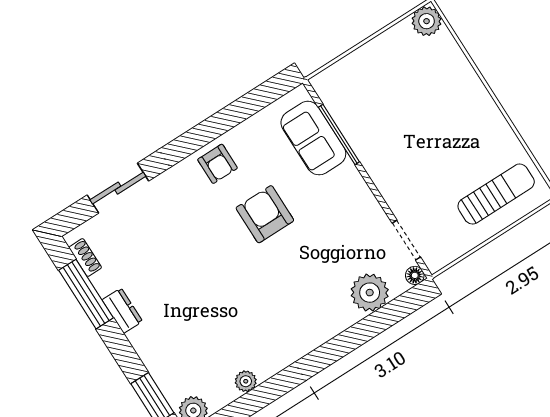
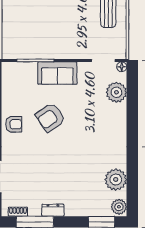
sofa: (313, 138) -> (57, 73), moved
armchair: (265, 214) -> (50, 117), turned -35
plant: (246, 381) -> (116, 180), width x1.88, depth x1.88

